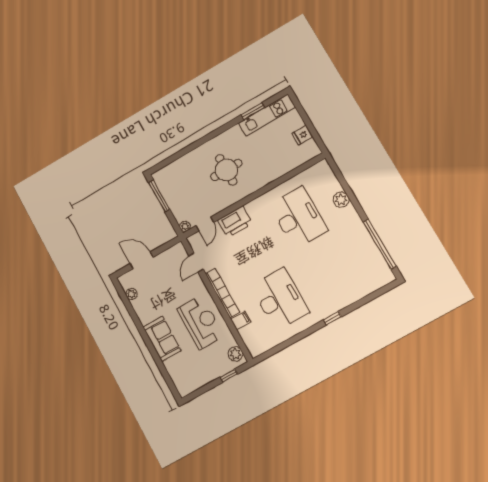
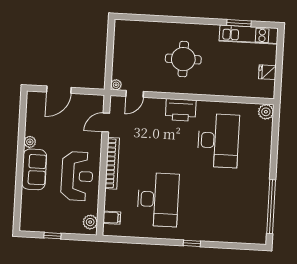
window: (159, 196) -> (110, 43), removed
plant: (341, 200) -> (266, 112), moved
printer: (235, 222) -> (181, 110), moved
door: (142, 260) -> (59, 90), swing flipped
plant: (131, 294) -> (30, 142), moved
filing cabinet: (241, 320) -> (112, 218), moved
window: (229, 376) -> (52, 236), moved

